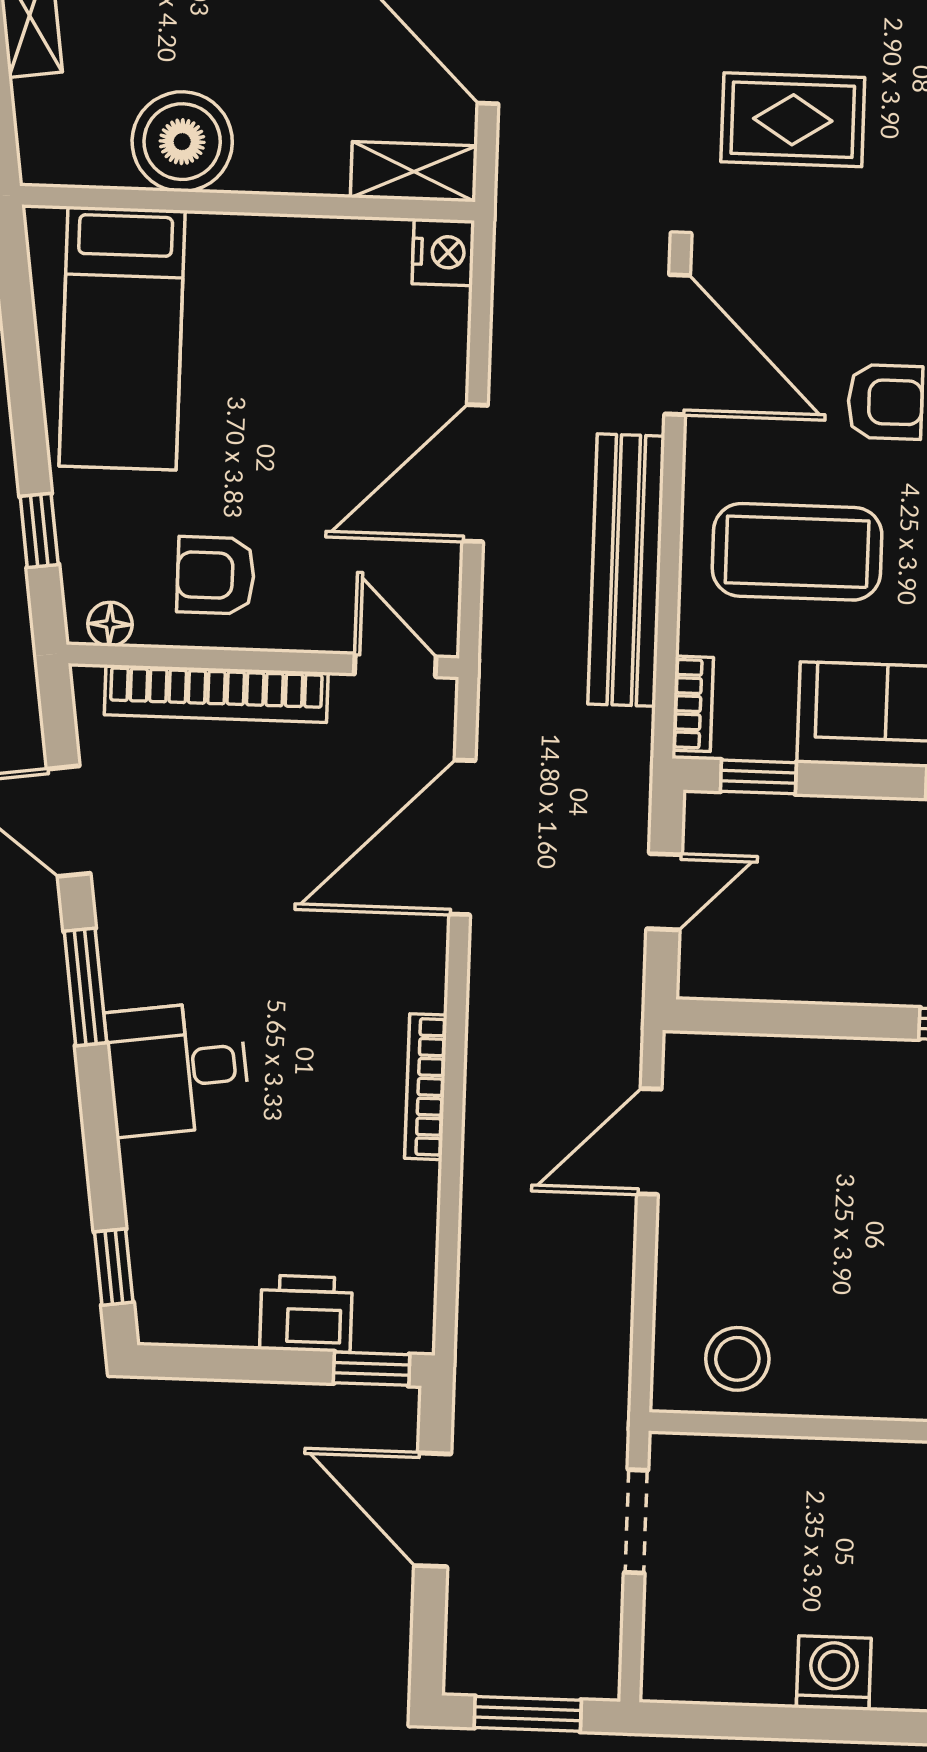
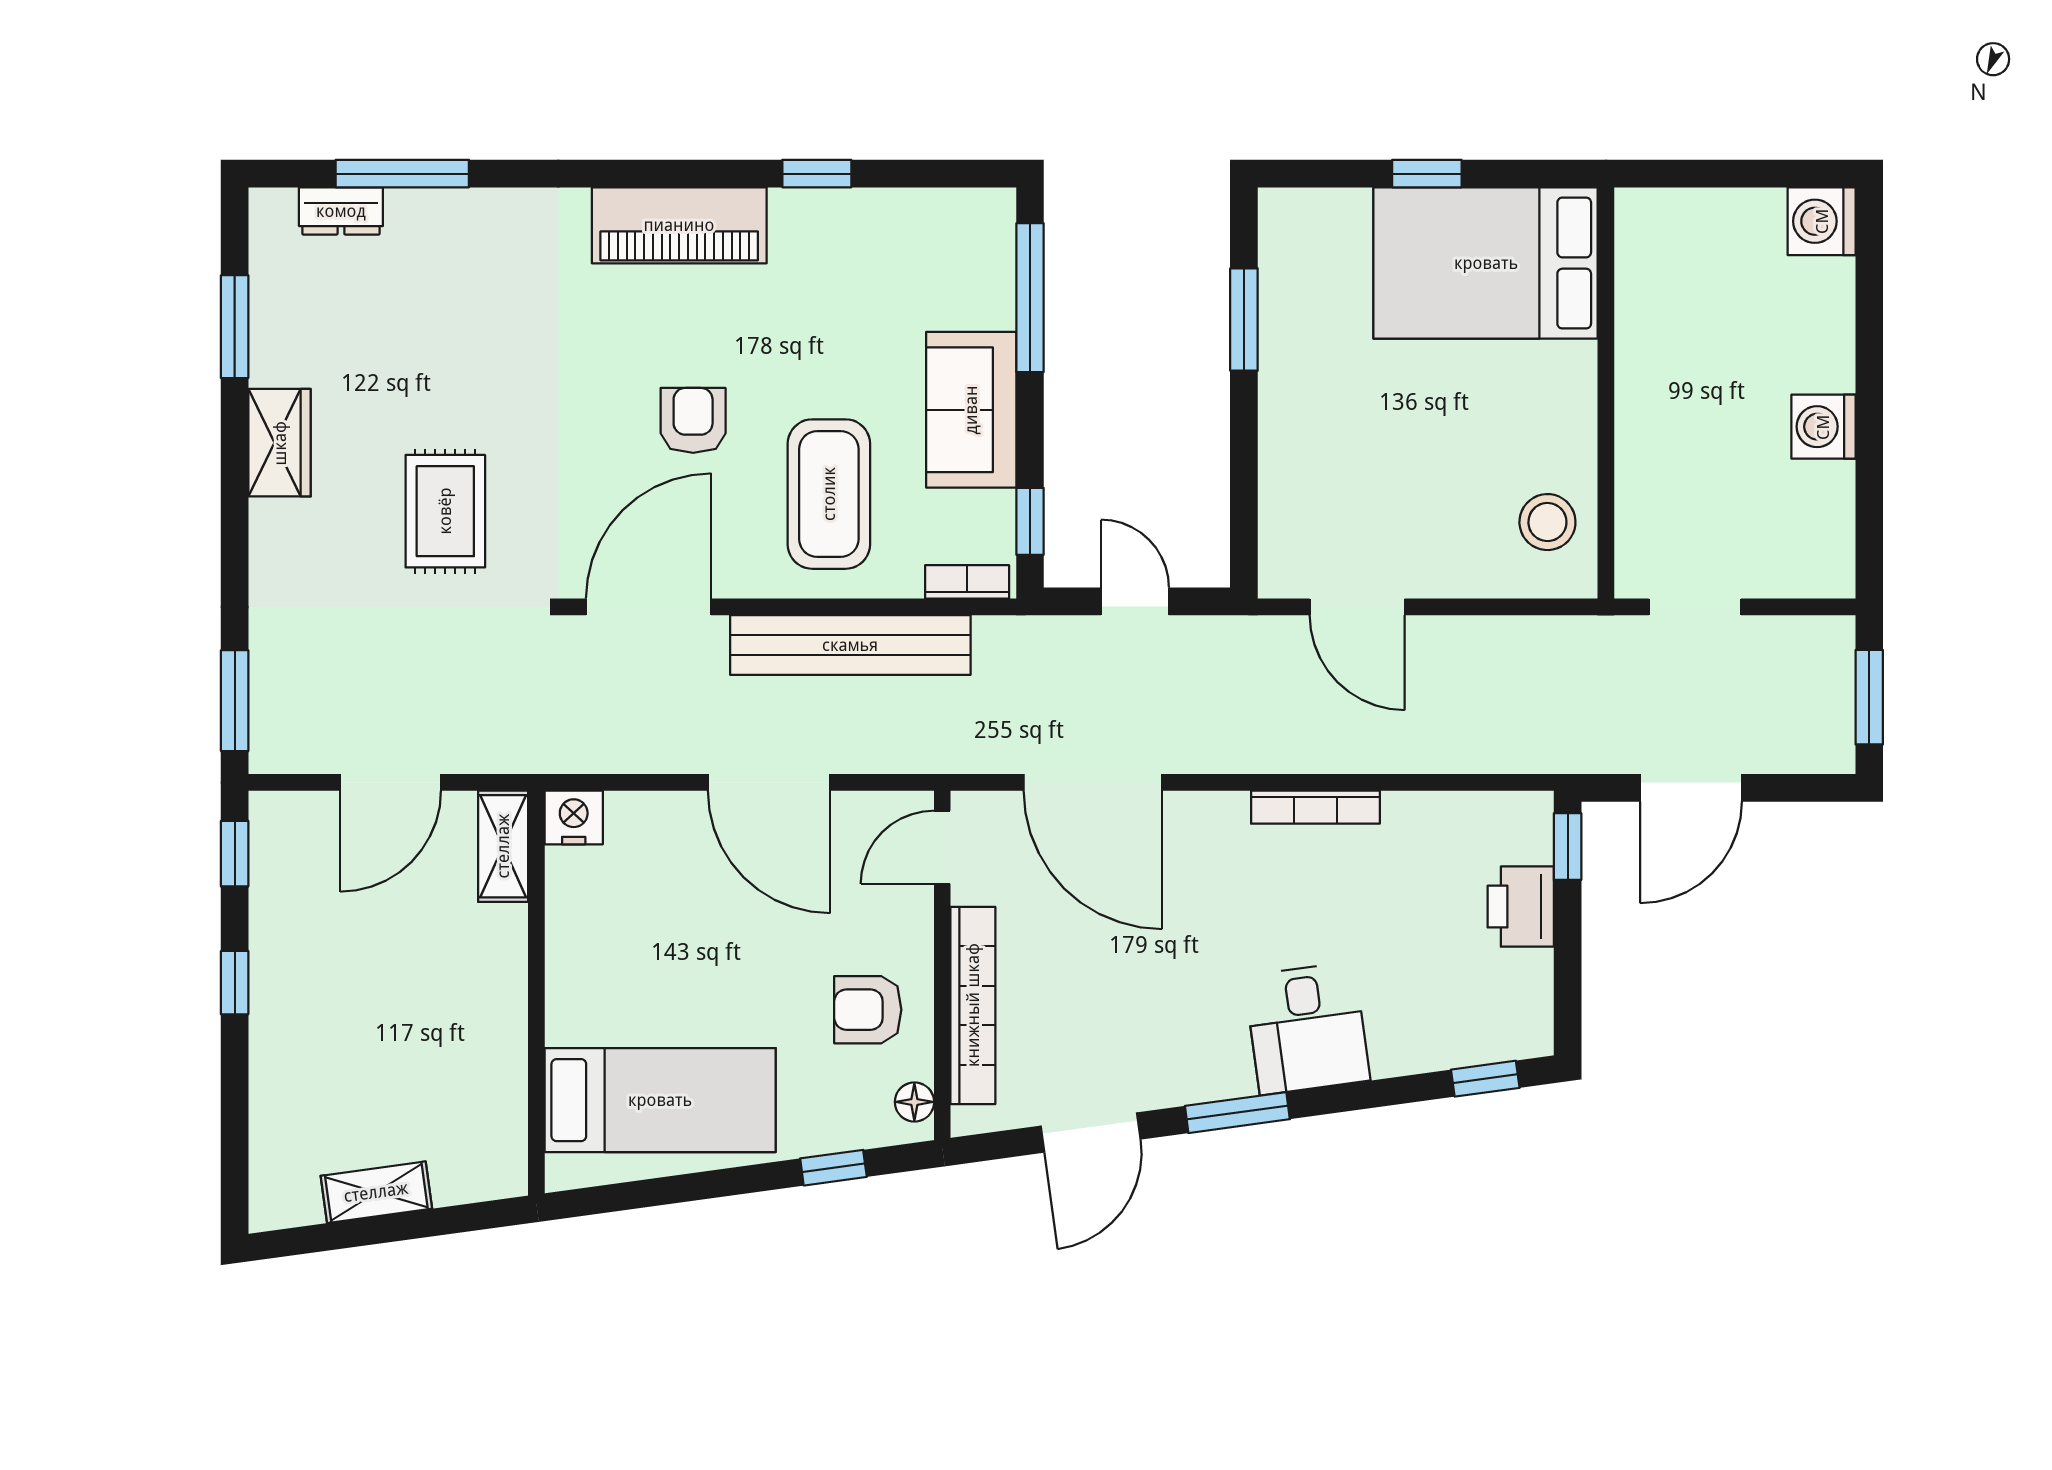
boiler: (182, 142) -> (484, 1053), removed
armchair: (216, 575) -> (868, 1010), turned 90

